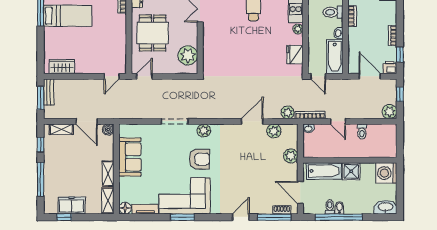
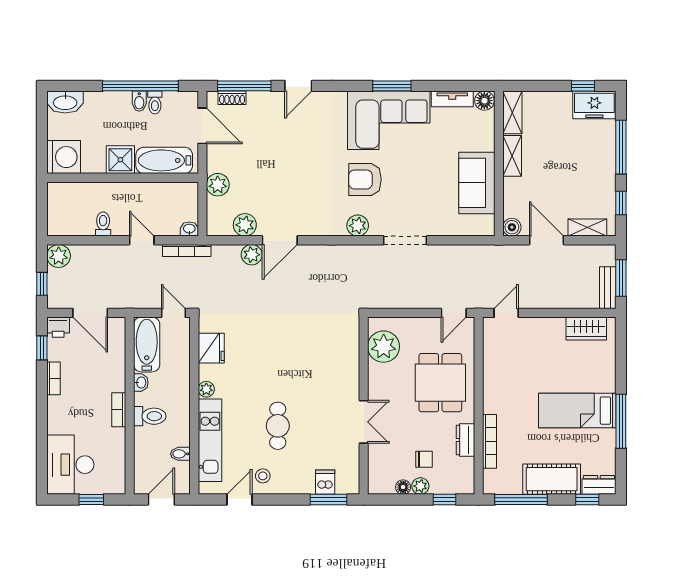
plant: (288, 112) -> (252, 255), moved
freezer: (71, 205) -> (594, 105), moved

